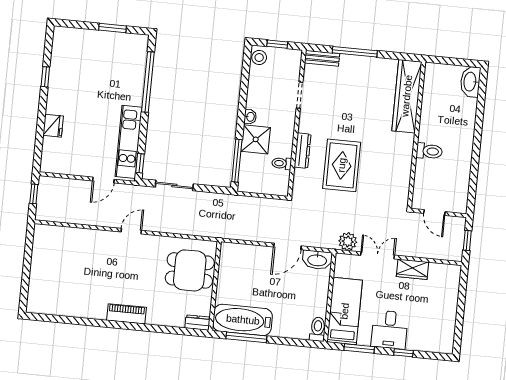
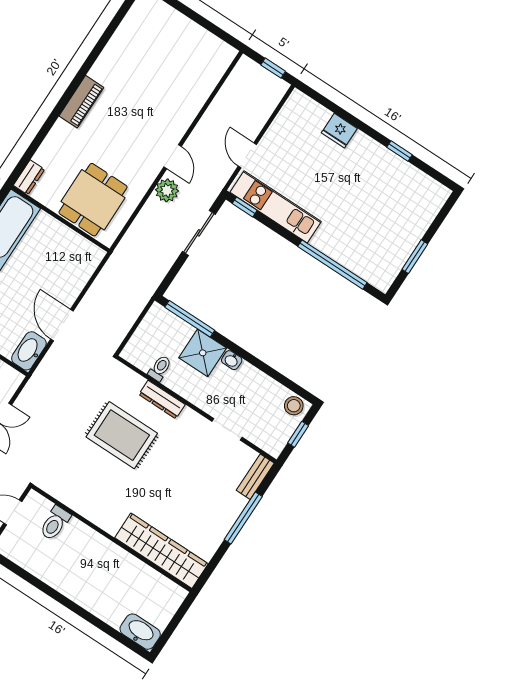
toilet: (429, 151) -> (55, 523), moved
plant: (348, 242) -> (167, 190), moved

